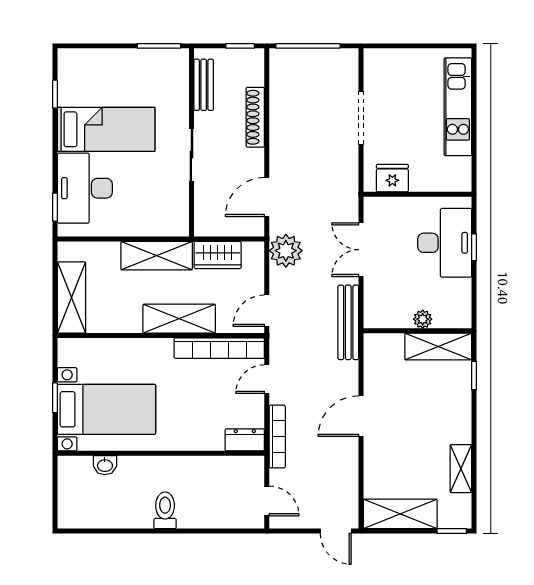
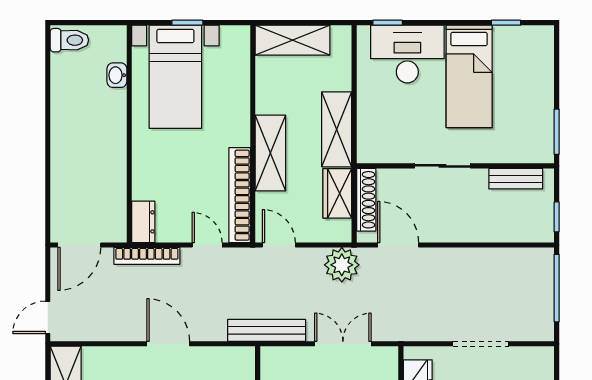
shoe rack: (255, 117) -> (366, 200), moved, turned 90
door: (267, 501) -> (79, 245), width x1.38
toilet: (165, 510) -> (69, 40), moved

